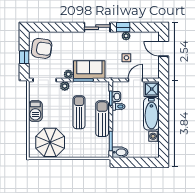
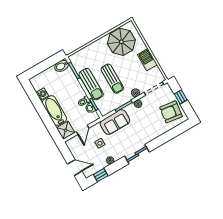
window: (123, 27) -> (101, 175), moved
sofa: (89, 70) -> (115, 122), moved

